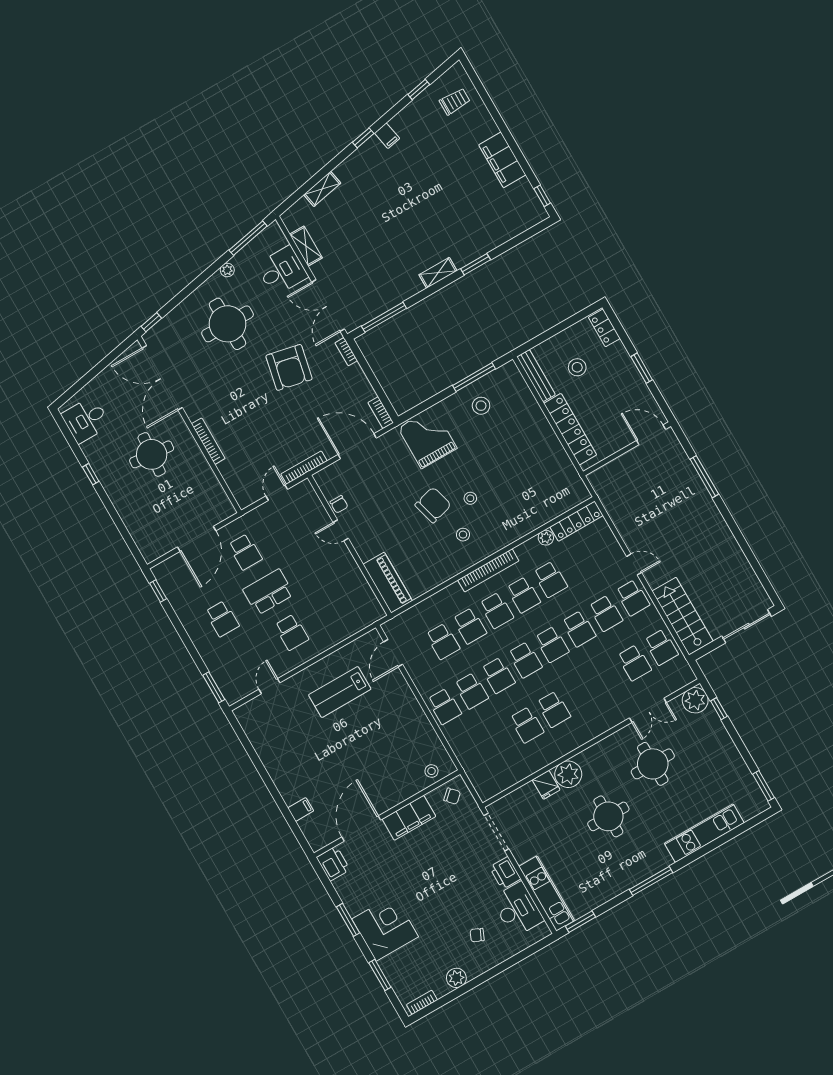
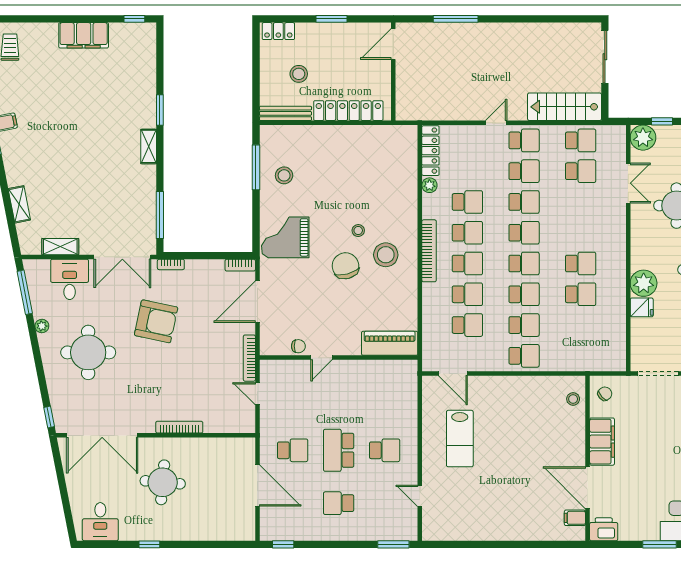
stool: (463, 535) -> (386, 255), width x1.89, depth x1.89
school desk: (222, 619) -> (339, 503), turned 180
filing cabinet: (301, 809) -> (575, 518), moved, turned -90

